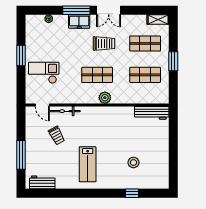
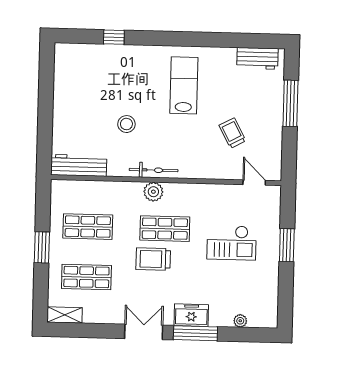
trolley: (104, 43) -> (153, 259), moved
window: (21, 56) -> (287, 245), moved
checkout: (44, 73) -> (232, 243), moved
bicycle: (65, 111) -> (154, 170), moved
stool: (133, 162) -> (126, 124), moved

